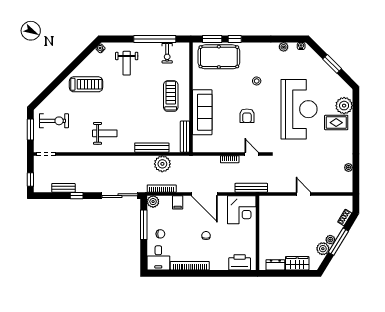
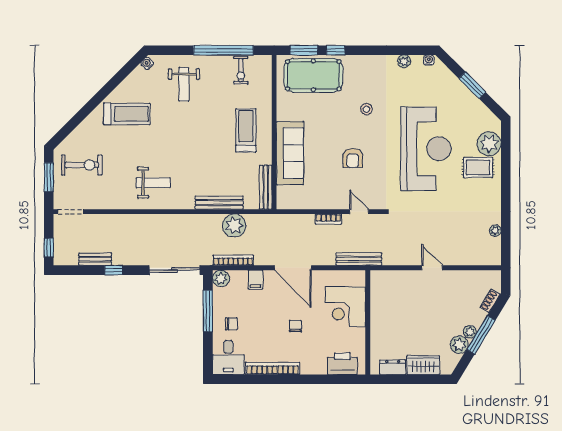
corner desk: (242, 210) -> (345, 307), moved, turned 90

